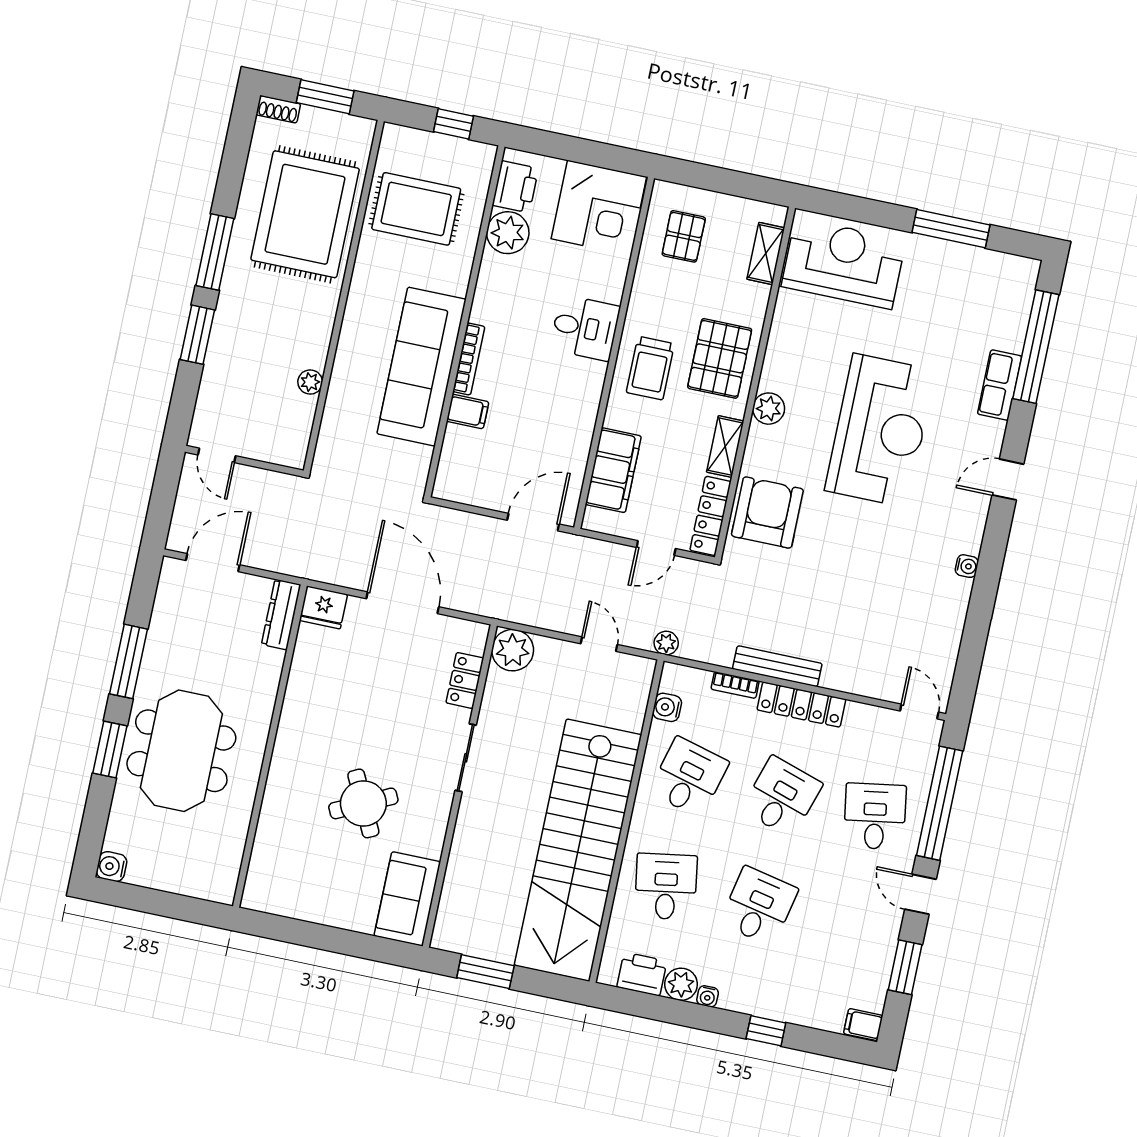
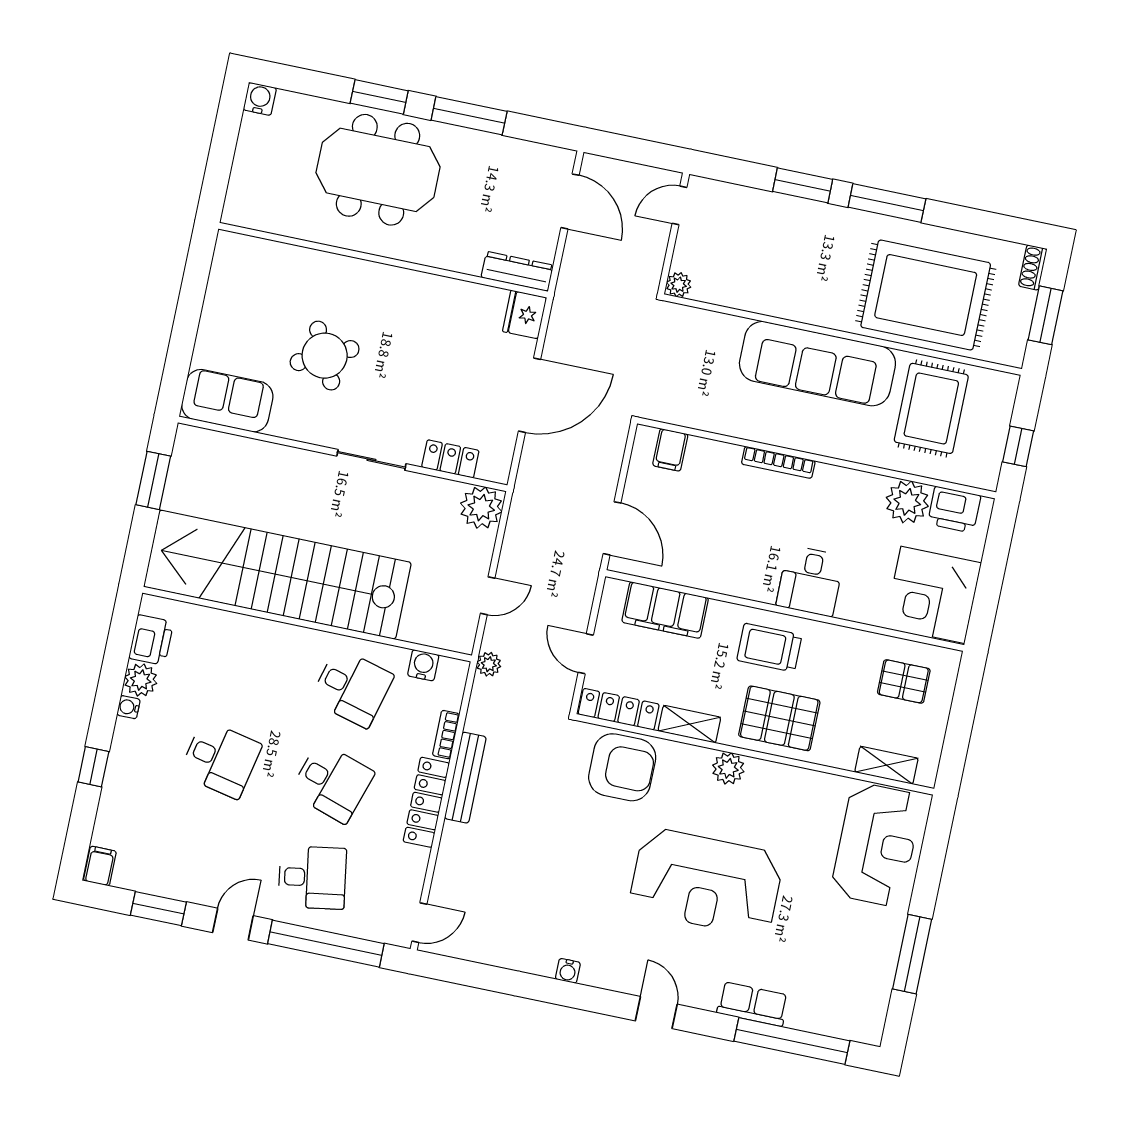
sofa: (421, 367) -> (817, 364), moved, turned 180
plant: (310, 382) -> (679, 285), moved
filing cabinet: (468, 412) -> (670, 450), moved
desk: (666, 887) -> (240, 664), removed

